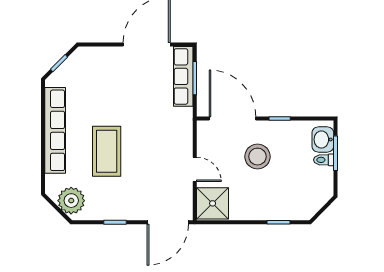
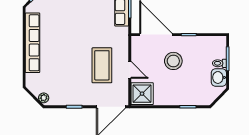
washbasin: (323, 139) -> (219, 77), moved
coffee table: (107, 151) -> (102, 65), moved
plant: (71, 201) -> (44, 98), width x0.53, depth x0.53

